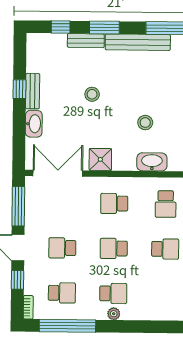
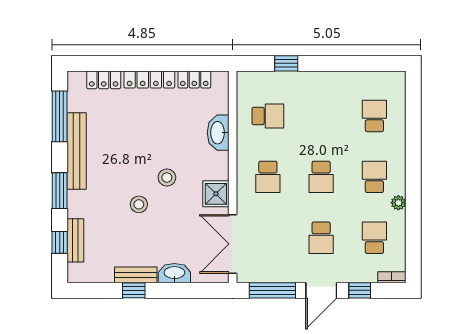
bench: (86, 41) -> (75, 240), moved
stool: (145, 123) -> (167, 178), moved
school desk: (165, 249) -> (374, 116), moved
plant: (114, 314) -> (398, 203), moved
window: (67, 326) -> (413, 231), removed

